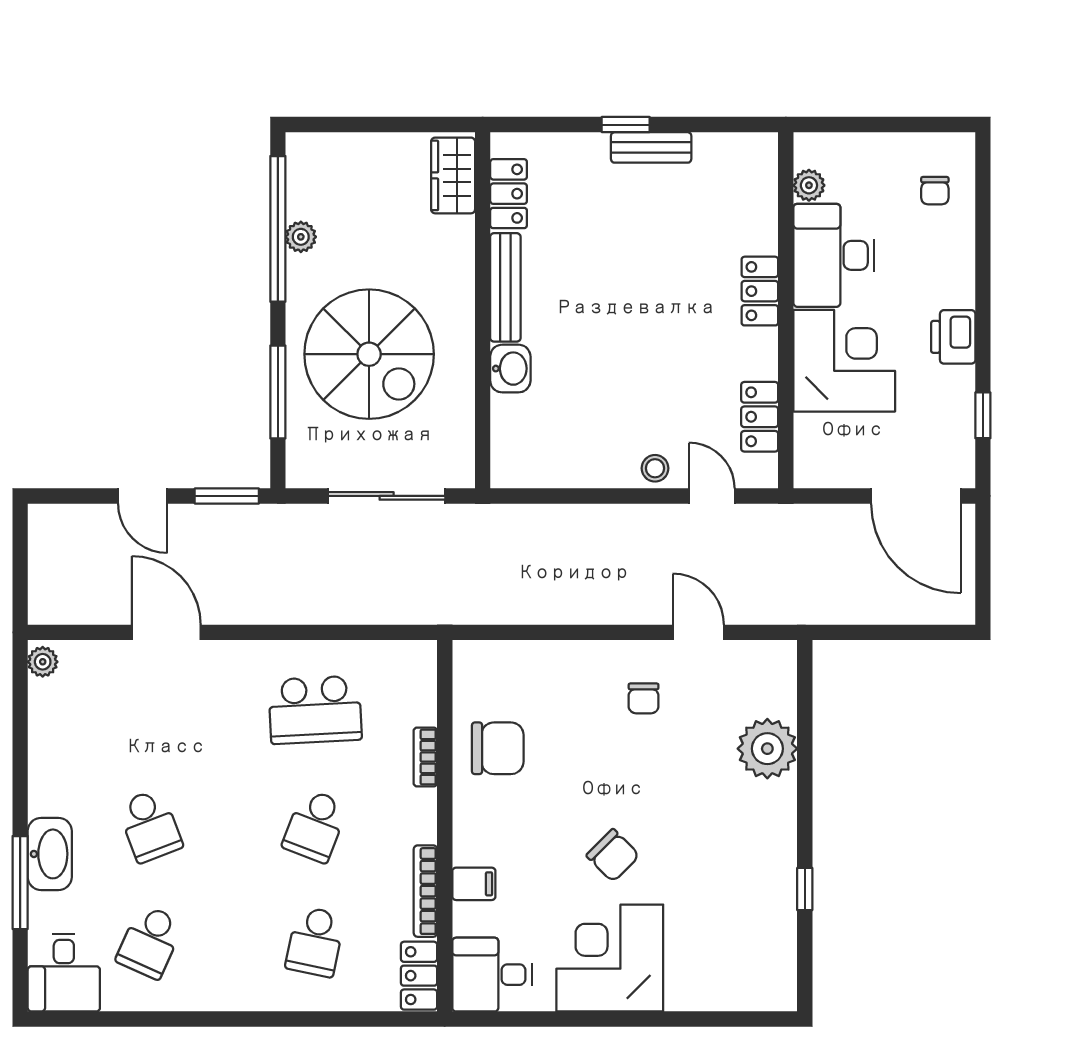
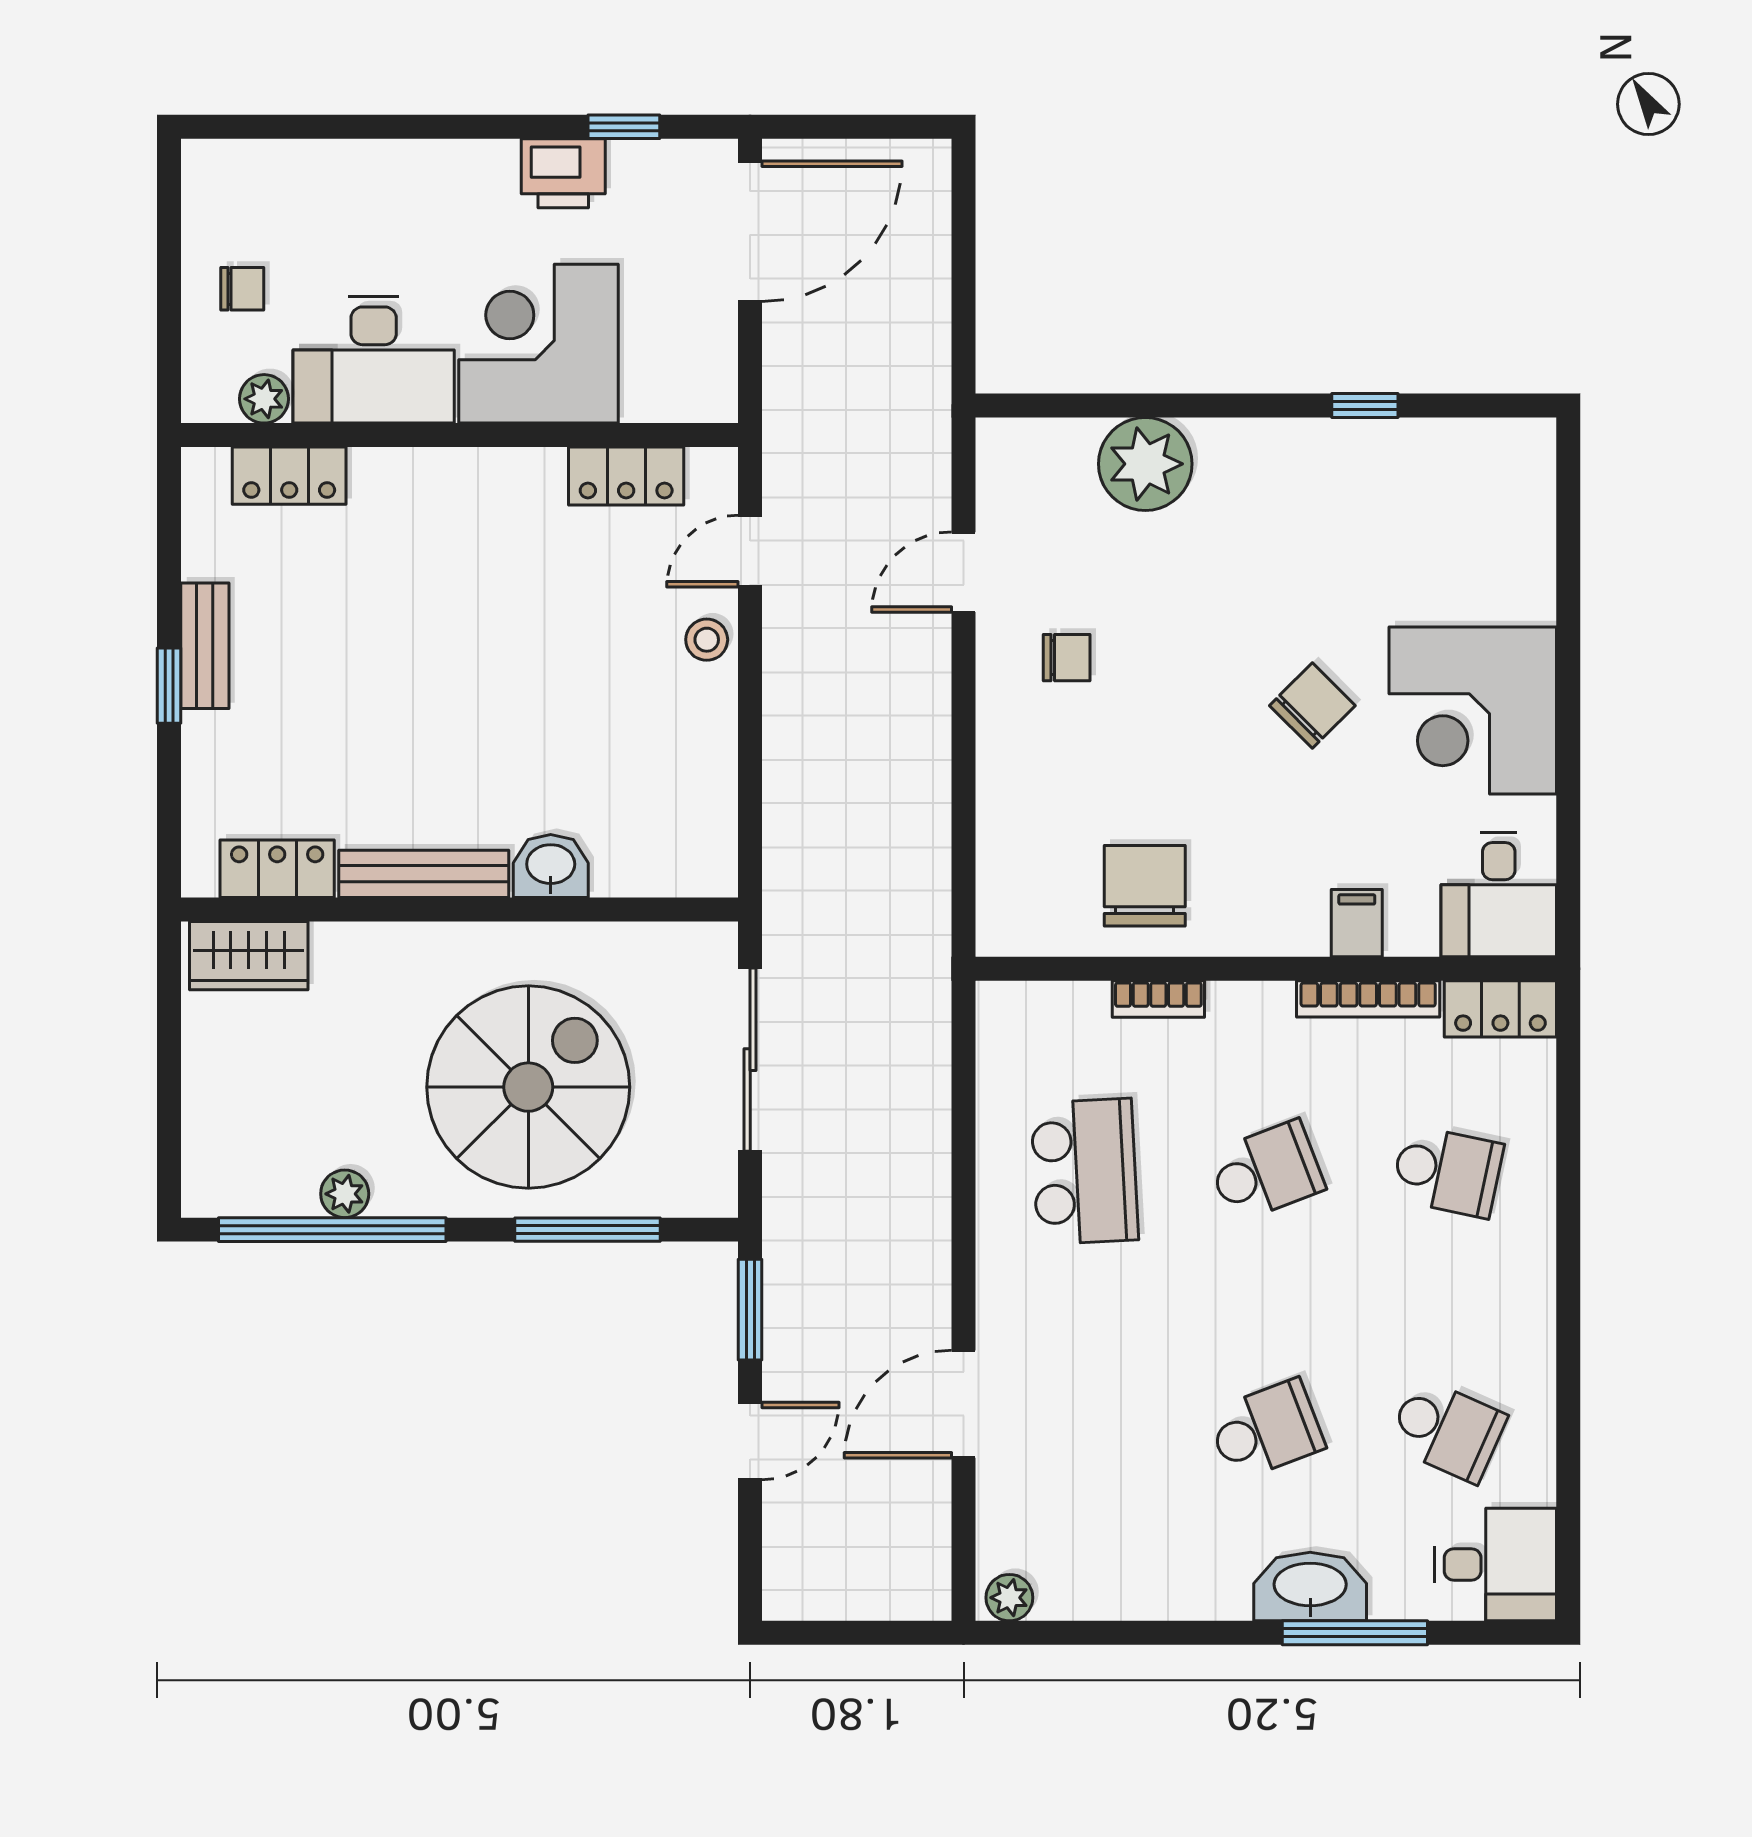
chair: (935, 191) -> (242, 289), moved
locker: (760, 291) -> (289, 476), moved
printer: (953, 337) -> (563, 173), moved
school desk: (315, 826) -> (1266, 1171), turned -42

